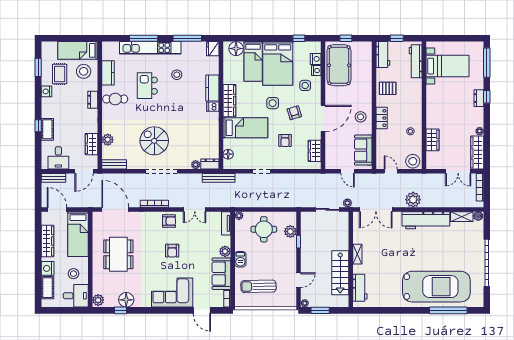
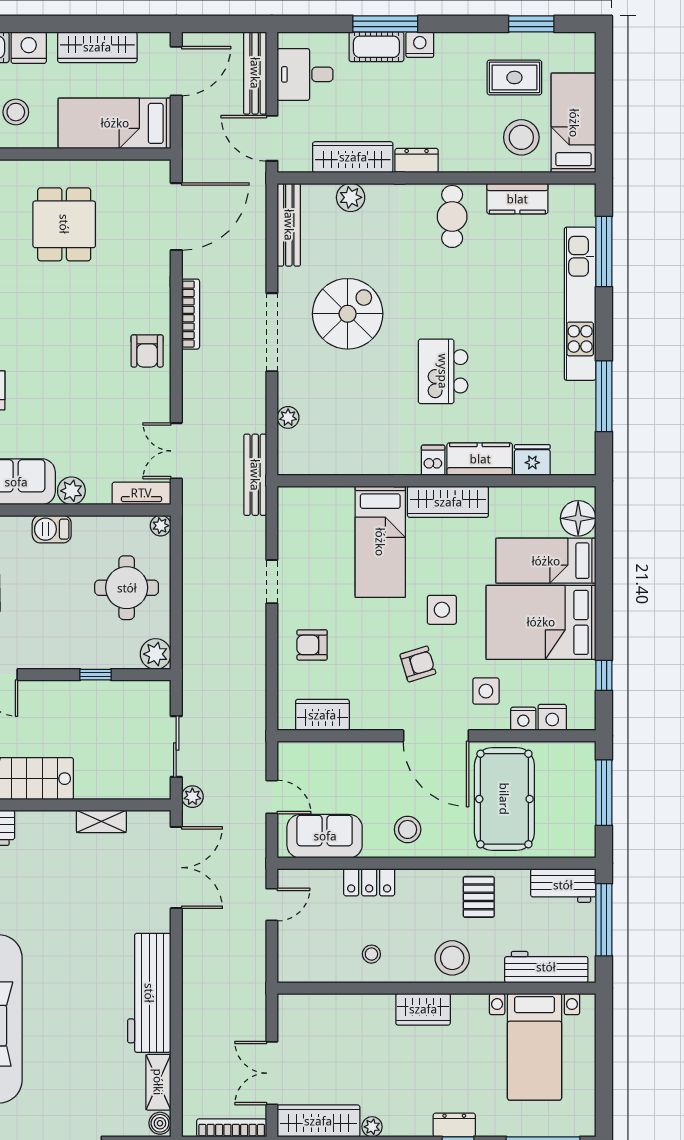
window: (144, 38) -> (604, 252), moved
window: (346, 38) -> (604, 793), width x2.17
window: (397, 38) -> (604, 920), width x2.17
fridge: (213, 49) -> (532, 460), moved
pool table: (339, 65) -> (504, 799), moved, turned 90
stool: (177, 75) -> (513, 370), removed
kitchen island: (147, 86) -> (443, 371), moved, turned -90
nightstand: (46, 91) -> (420, 45), moved
dresser: (93, 100) -> (417, 160), moved
door: (323, 118) -> (436, 736), moved
locker: (382, 118) -> (369, 882), moved
window: (38, 126) -> (385, 24), width x2.17
armchair: (285, 140) -> (312, 645), moved
wardrobe: (433, 140) -> (423, 1009), moved
wardrobe: (91, 144) -> (353, 157), width x1.50
floor lamp: (228, 154) -> (314, 499), removed
stool: (413, 161) -> (452, 958), moved
bench: (114, 164) -> (289, 225), width x1.36
dresser: (210, 164) -> (290, 453), removed
door: (348, 171) -> (272, 797), swing flipped
bench: (53, 178) -> (255, 73), width x1.36
plant: (413, 200) -> (201, 961), removed
double door: (195, 209) -> (176, 451), moved
double door: (376, 209) -> (176, 868), swing flipped
plant: (290, 231) -> (156, 654), moved
armchair: (172, 251) -> (73, 359), removed
dining table: (118, 254) -> (64, 224), width x0.73
shelving: (357, 254) -> (101, 821), moved

